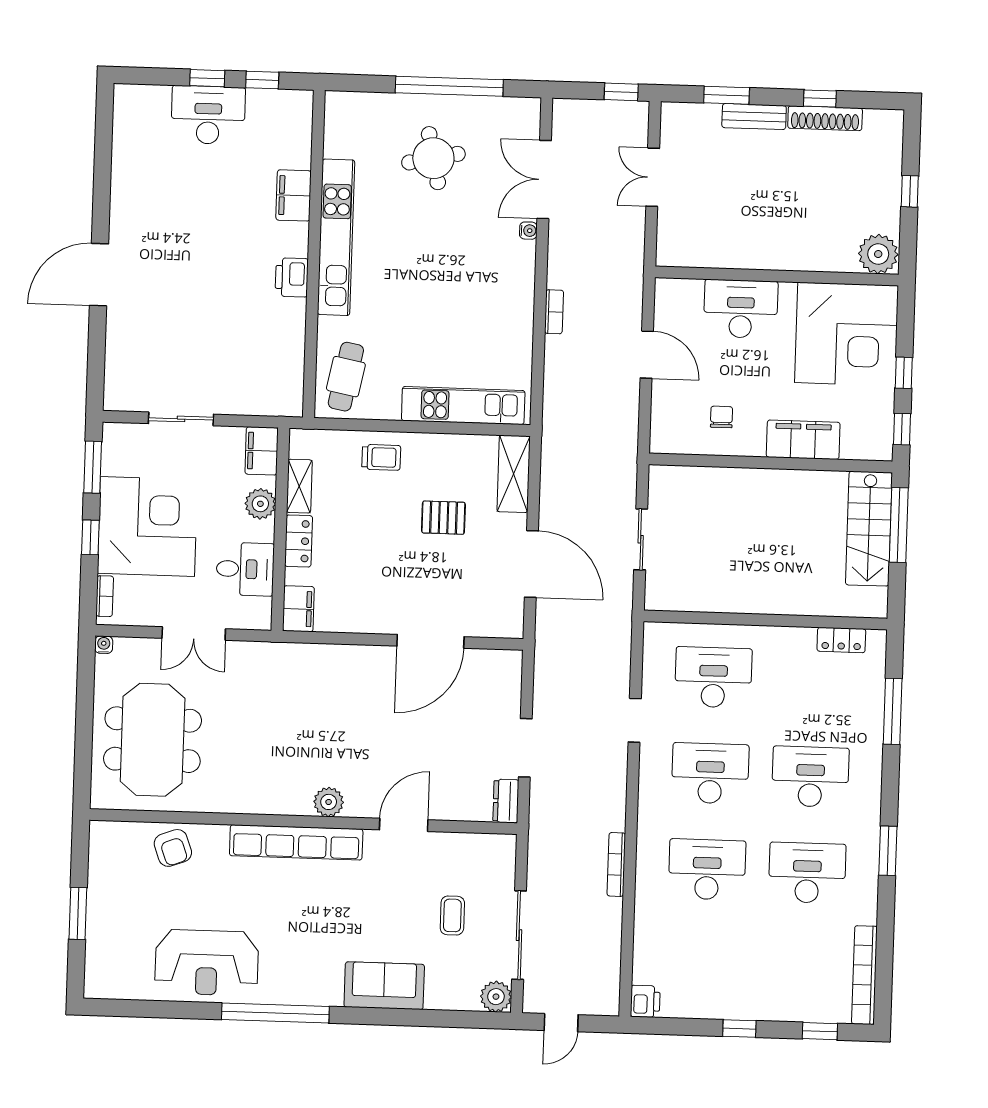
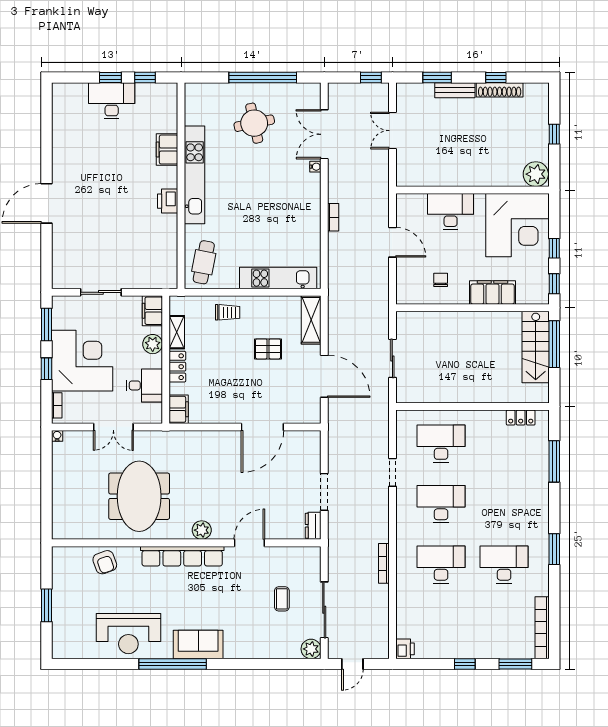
meeting table: (153, 740) -> (139, 496), moved
desk: (810, 777) -> (504, 504), removed
sofa: (384, 986) -> (198, 644), moved
window: (820, 1031) -> (515, 664), width x1.50

